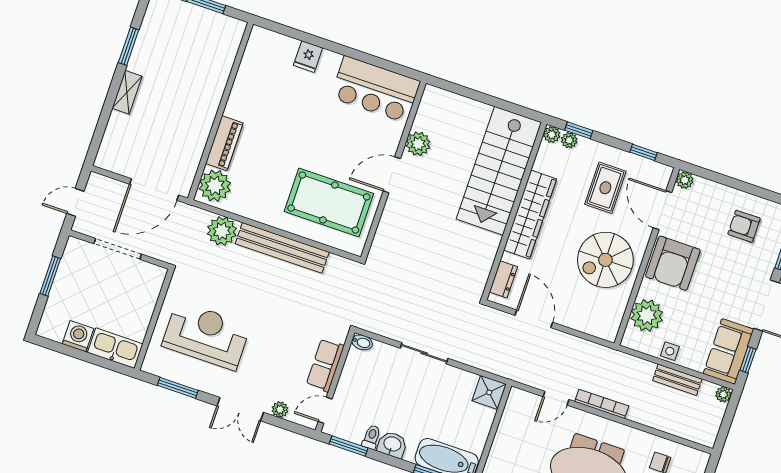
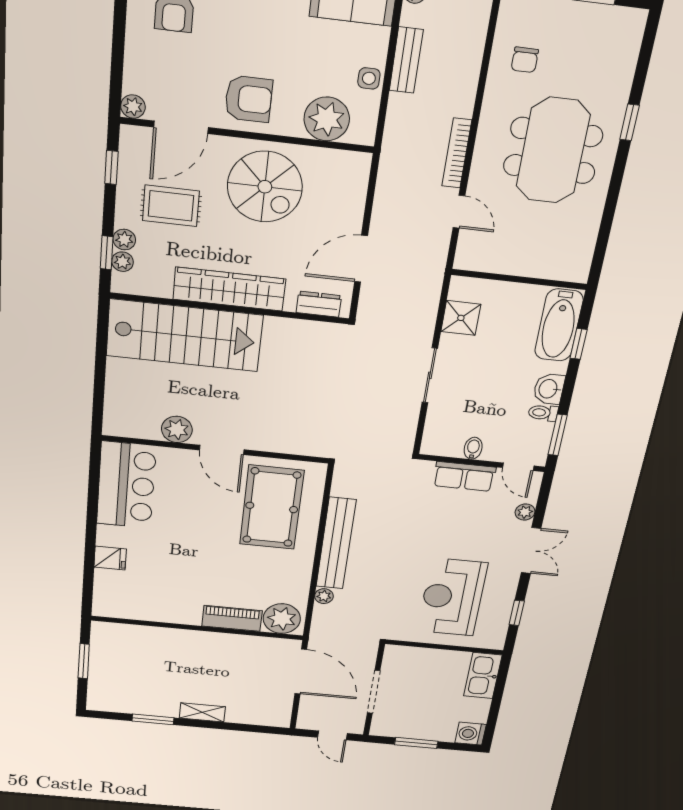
plant: (552, 135) -> (124, 240), moved
plant: (222, 231) -> (324, 596), width x0.53, depth x0.53
armchair: (673, 263) -> (249, 99), width x0.73, depth x0.73
washing machine: (78, 336) -> (471, 734), moved
bidet: (362, 342) -> (473, 448), moved
window: (178, 388) -> (517, 613), width x0.67
shower: (489, 392) -> (461, 318), moved

